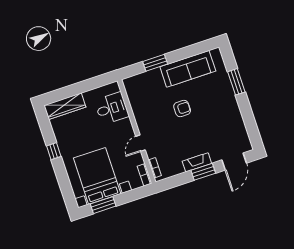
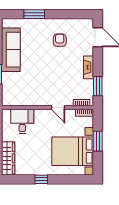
armchair: (182, 109) -> (60, 40), moved
window: (203, 172) -> (98, 86), moved
window: (103, 205) -> (98, 141), moved

